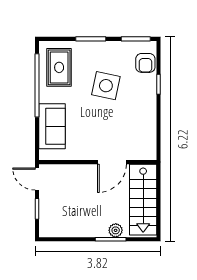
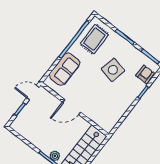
armchair: (145, 63) -> (145, 74), turned 180
door: (112, 162) -> (72, 107), moved
door: (37, 179) -> (33, 92), hinge flipped

